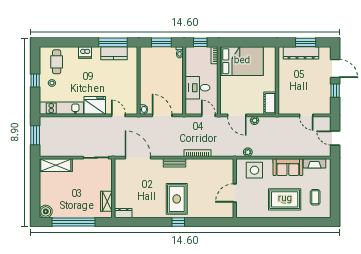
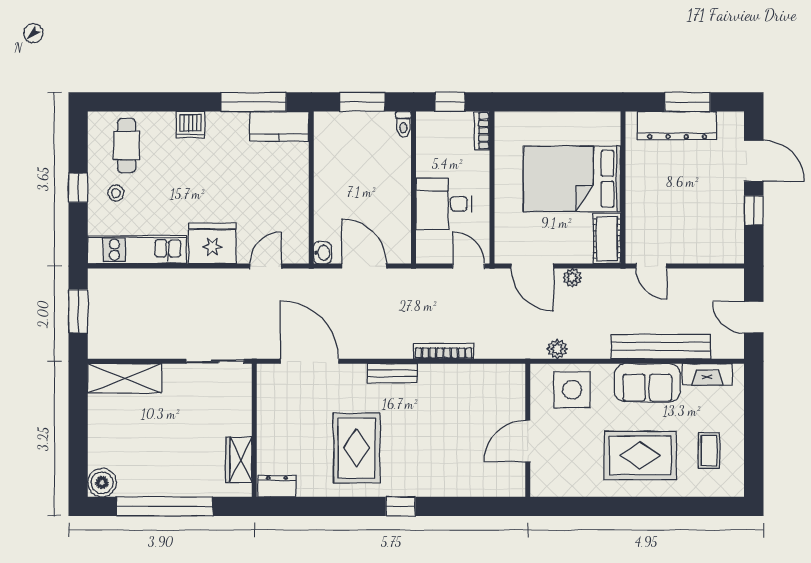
kitchen counter: (114, 53) -> (279, 126), moved
bed: (242, 61) -> (572, 179), moved, turned 180
door: (118, 115) -> (266, 266), hinge flipped
door: (306, 115) -> (651, 266), moved
bench: (294, 151) -> (661, 346), added
rug: (177, 199) -> (357, 448), moved

